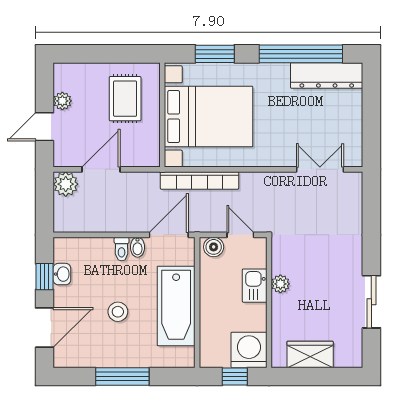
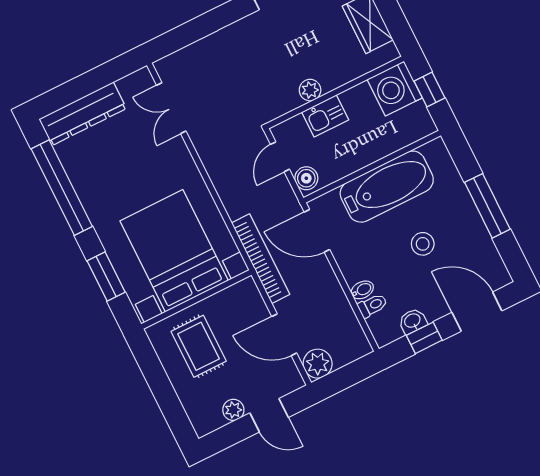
dresser: (327, 75) -> (83, 114), moved, turned 90
rug: (125, 99) -> (199, 346), turned 90
bookcase: (200, 180) -> (261, 259), moved
bidet: (138, 247) -> (362, 290), moved
toilet: (122, 249) -> (372, 305), moved

